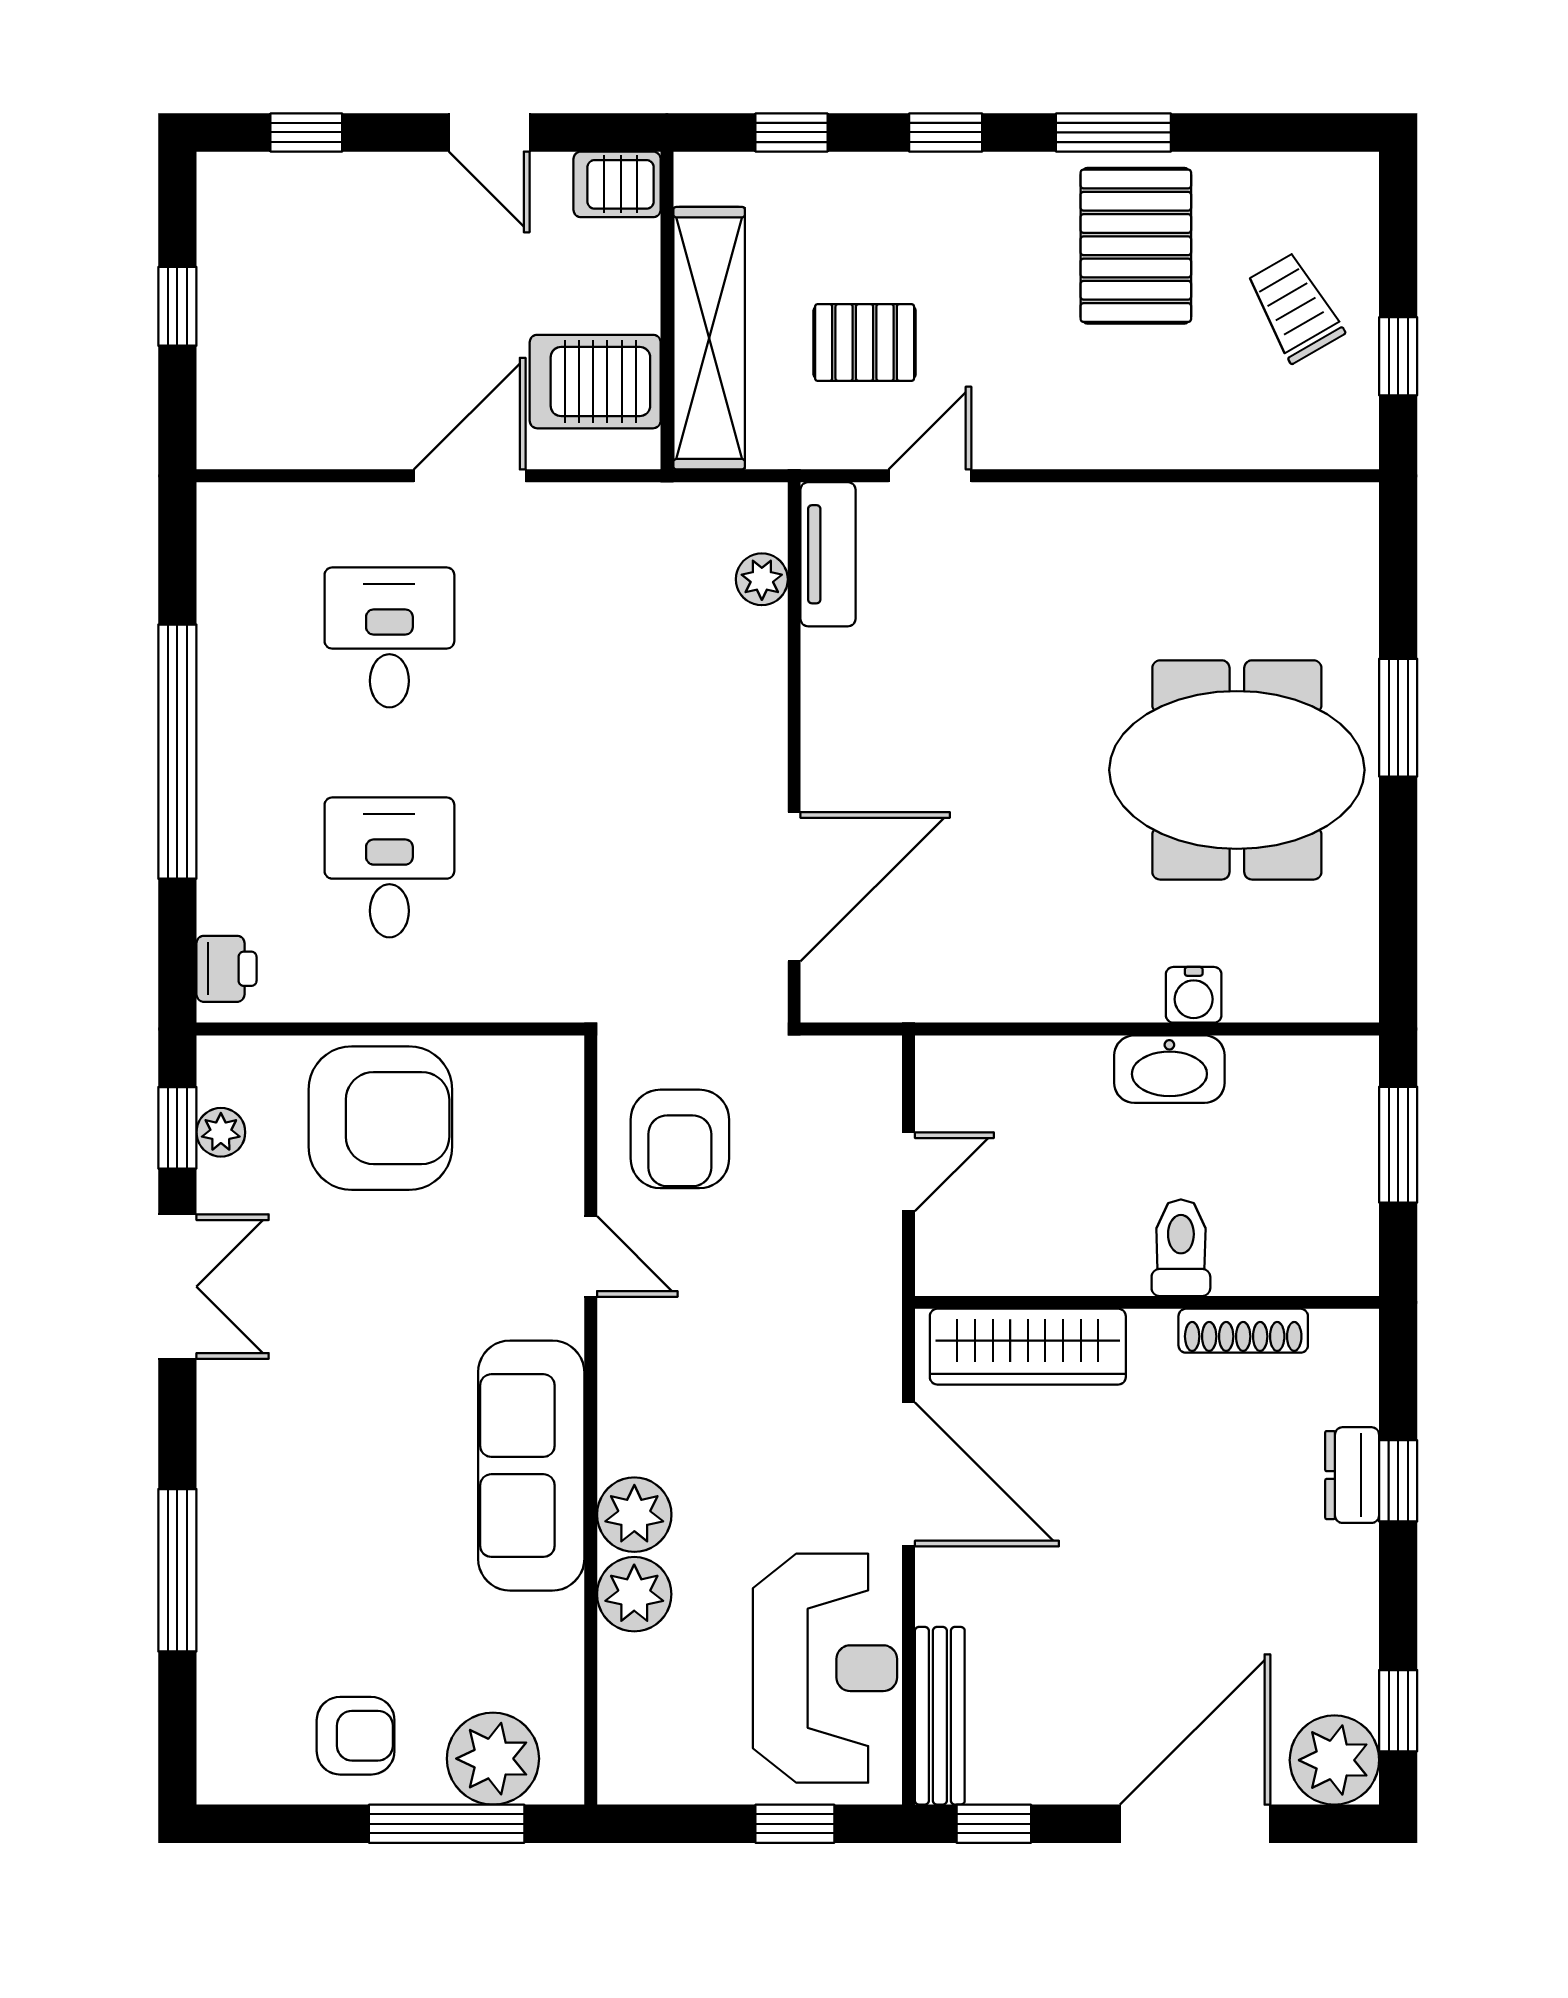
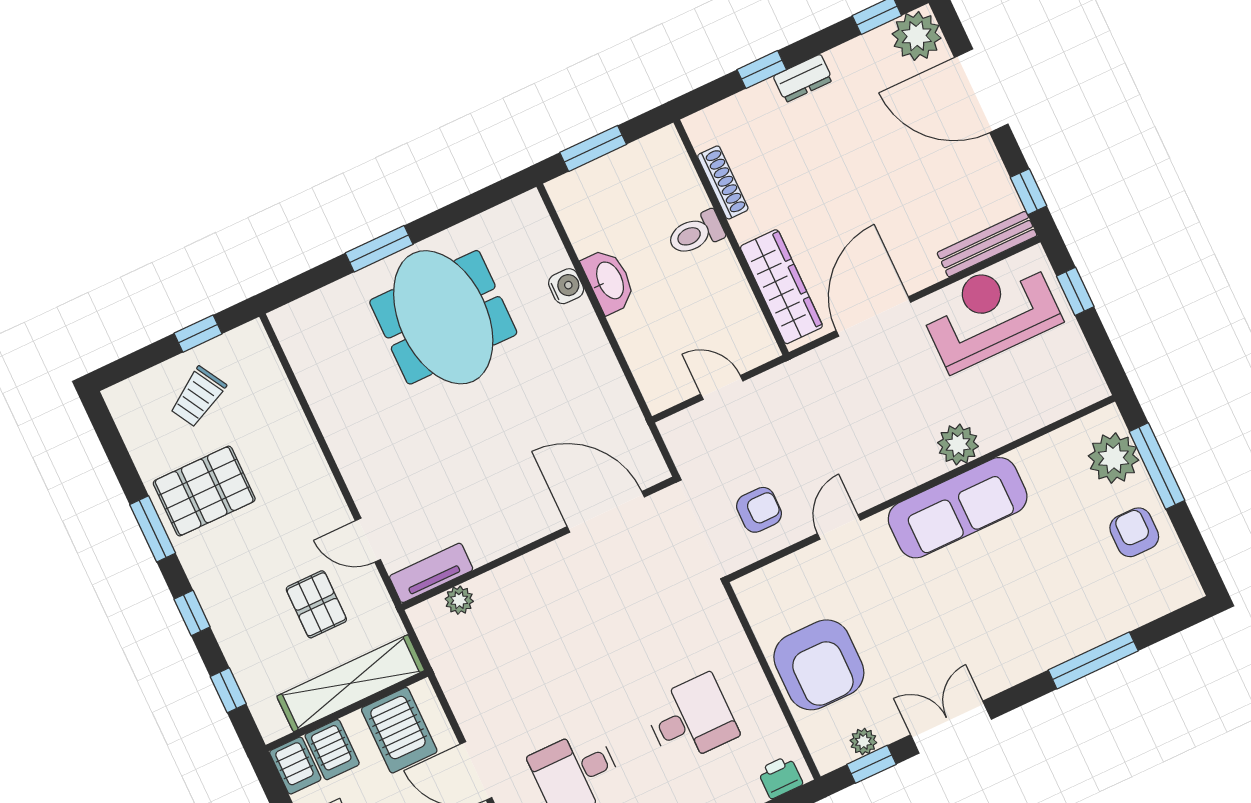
server rack: (615, 257) -> (332, 750), added
desk: (389, 867) -> (691, 719), turned 180
armchair: (380, 1118) -> (819, 665), turned 180
armchair: (680, 1139) -> (759, 510), width x0.72, depth x0.72
dresser: (1352, 1475) -> (803, 78), moved
plant: (634, 1594) -> (998, 426), removed

